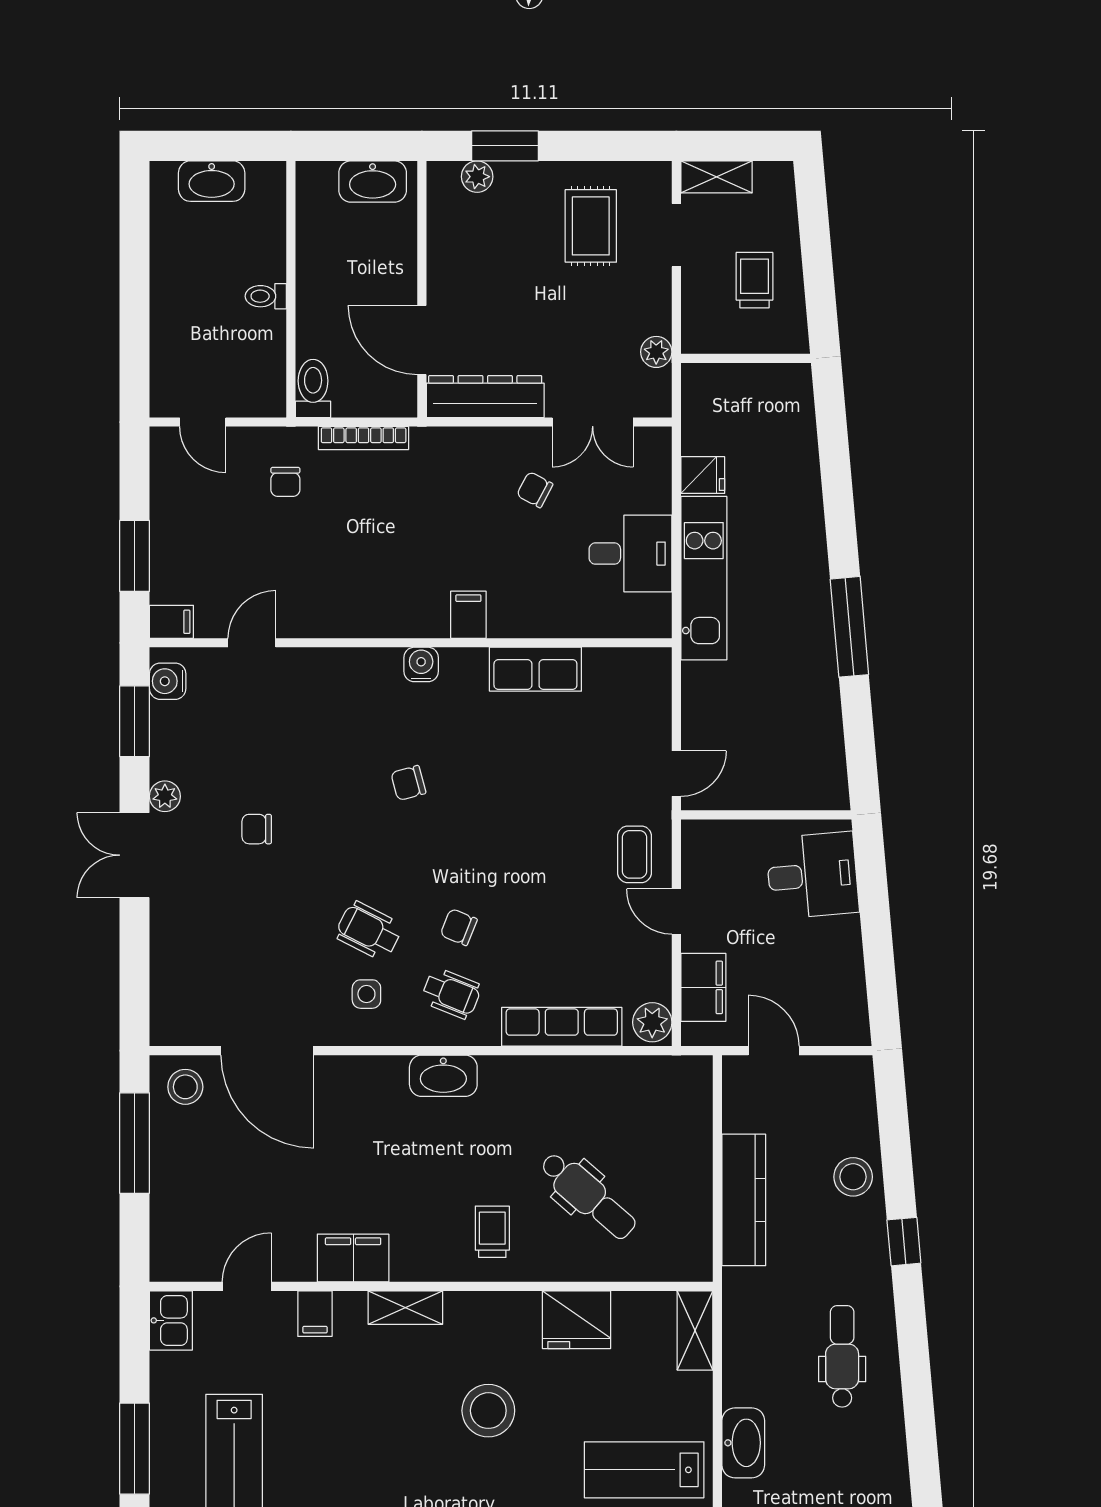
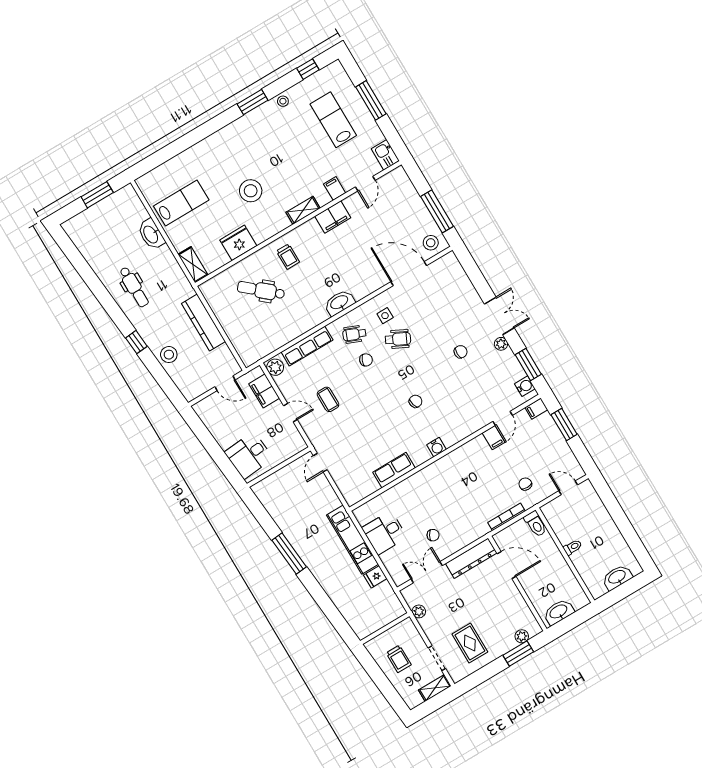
filing cabinet: (468, 615) -> (494, 438), moved
coffee table: (634, 854) -> (328, 399), moved

